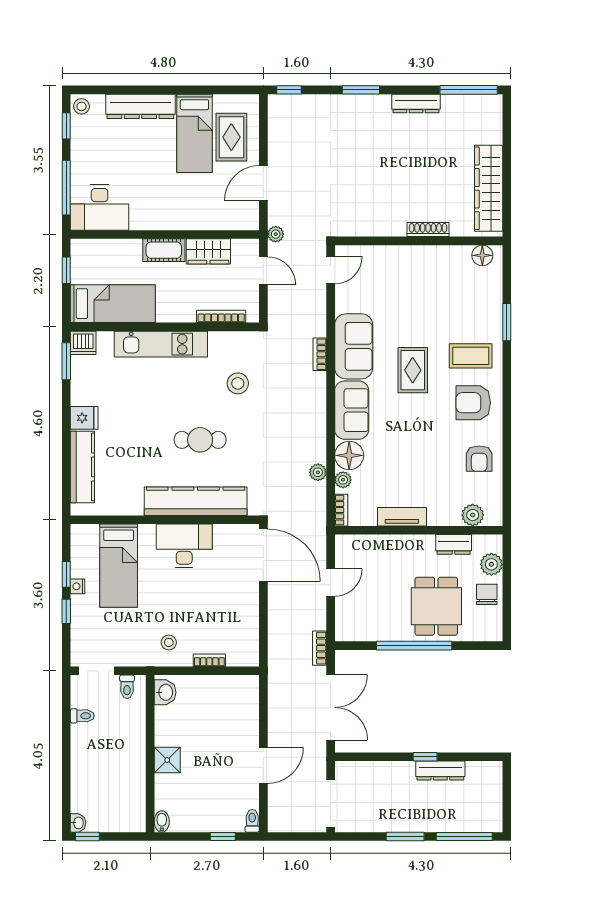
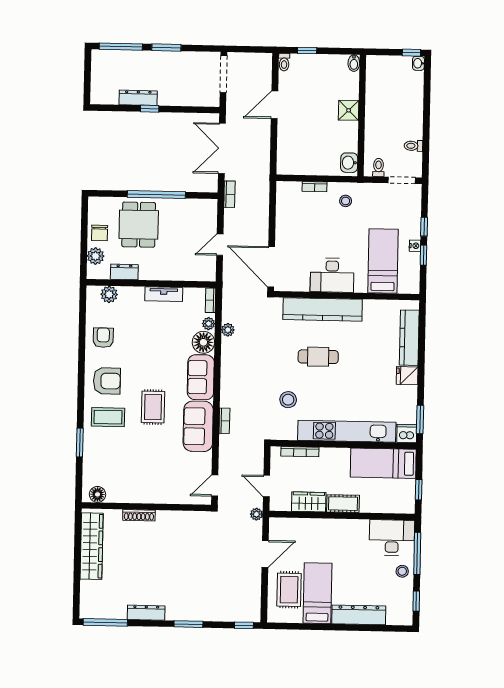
stool: (82, 106) -> (402, 571), moved
kitchen unit: (161, 344) -> (347, 431), width x1.36

